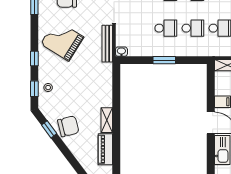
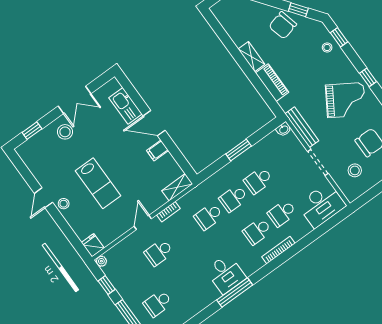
window: (34, 59) -> (368, 77), moved
piano: (105, 149) -> (272, 83), moved

